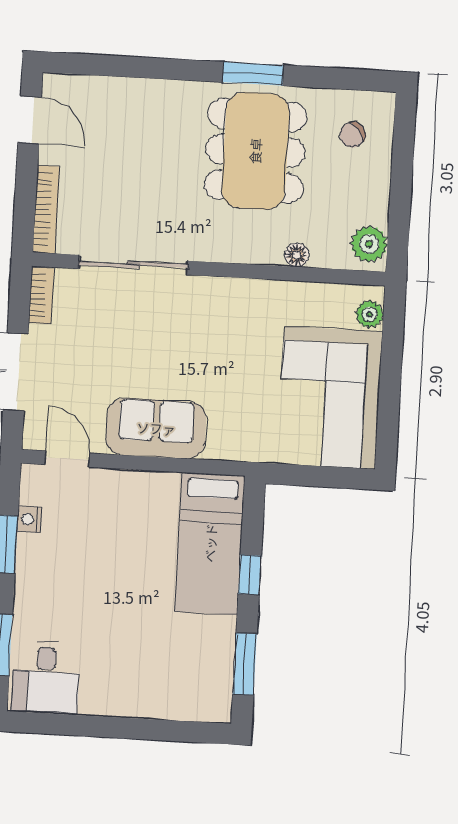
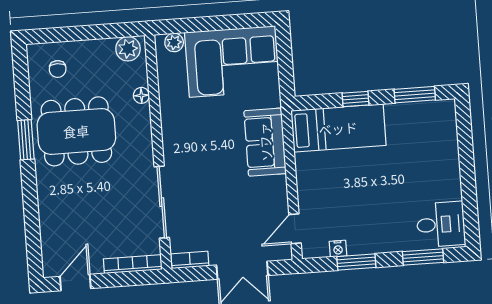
chair: (352, 135) -> (58, 69), turned 41
sofa: (156, 428) -> (265, 142), moved

